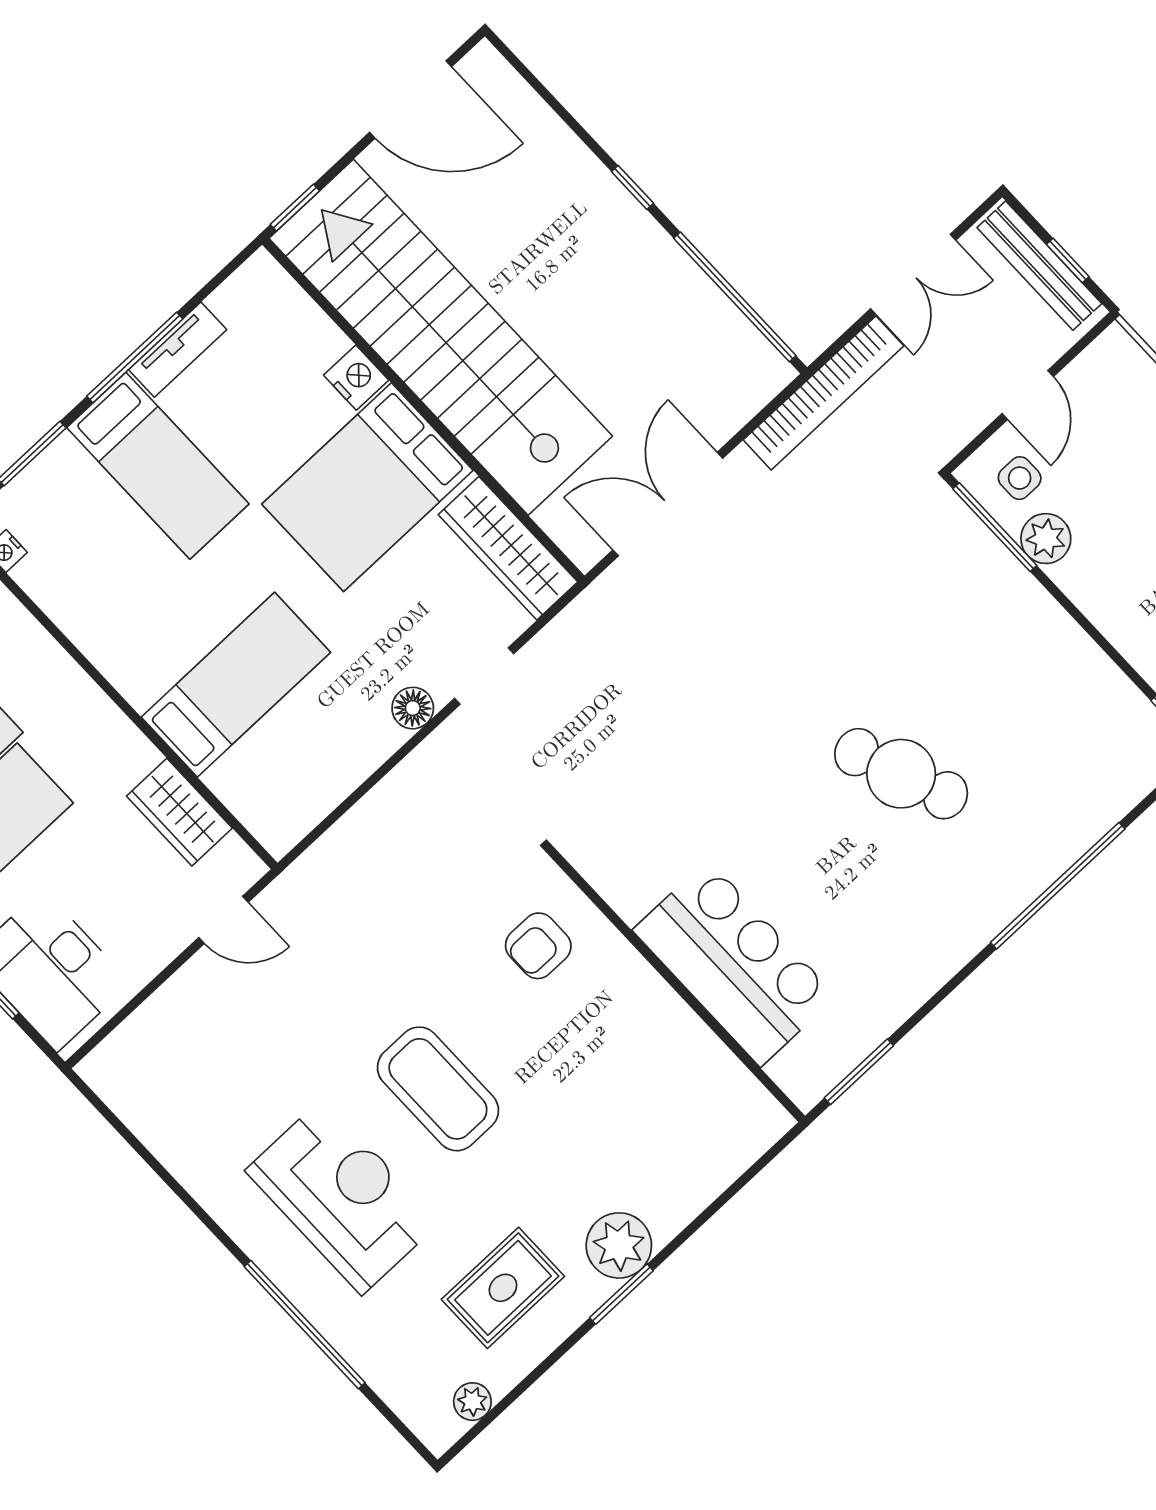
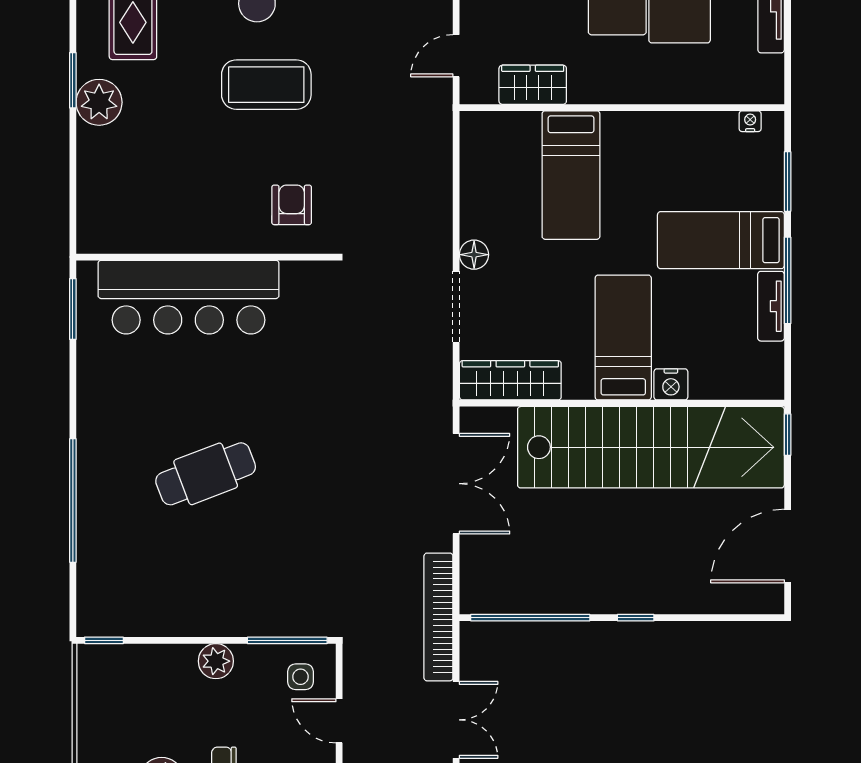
double door: (913, 275) -> (456, 720), swing flipped
bed: (367, 487) -> (623, 338), width x0.67
plant: (1046, 539) -> (216, 661), moved
doorway: (484, 676) -> (456, 307), width x1.38
bar counter: (734, 963) -> (189, 297), width x1.36

